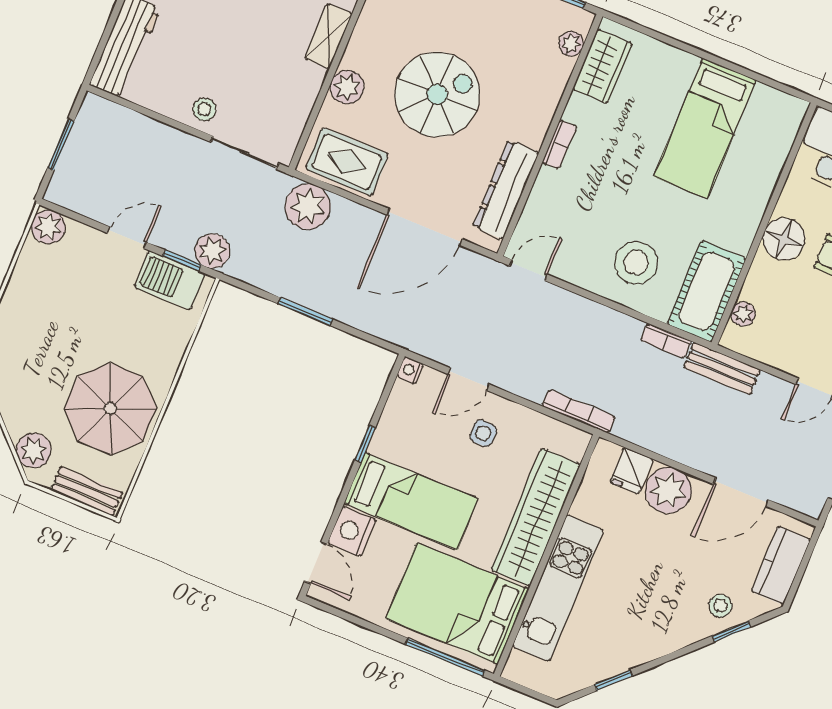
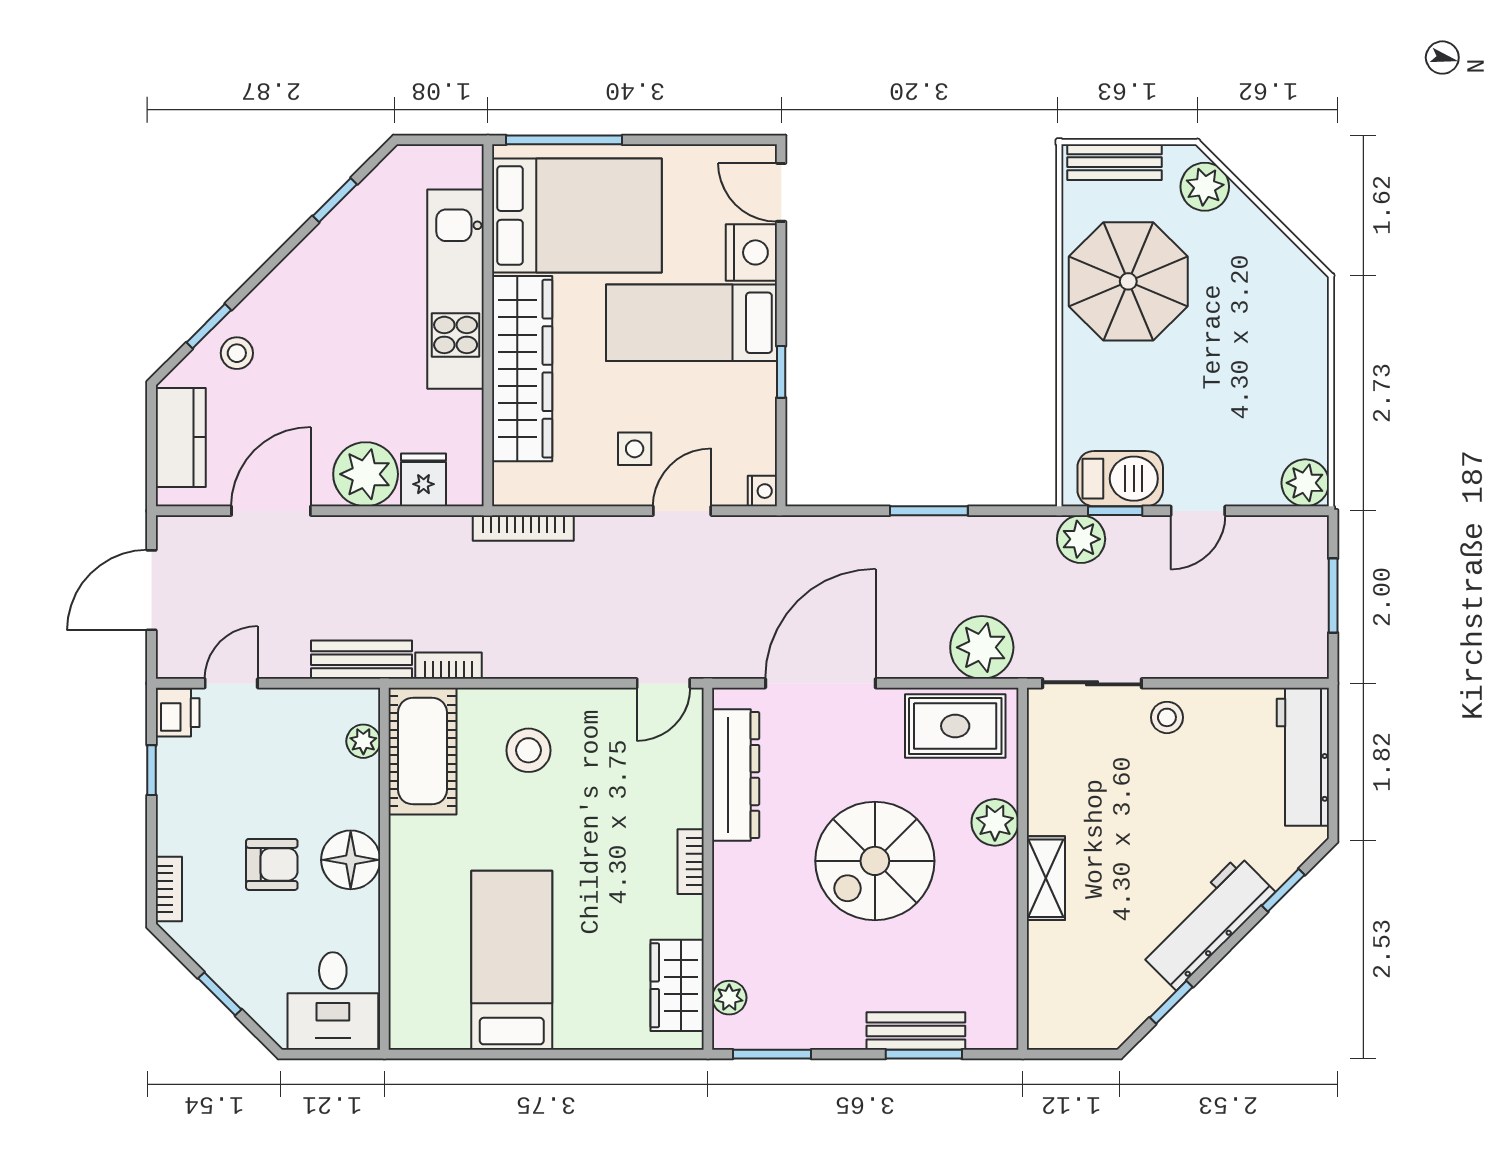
stool: (636, 263) -> (529, 750), width x0.73, depth x0.73

